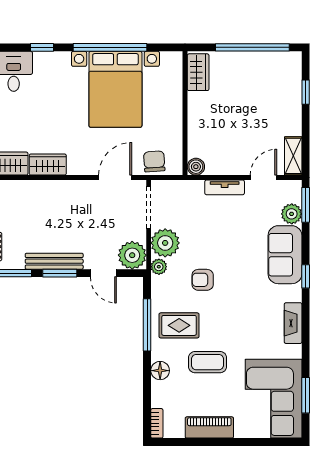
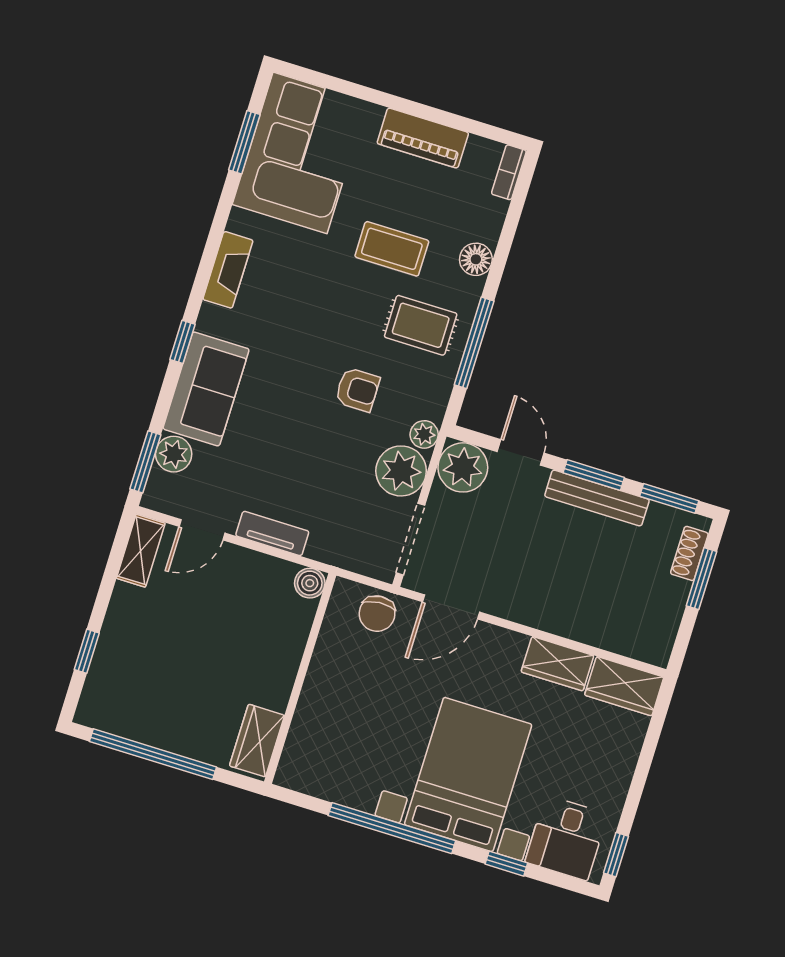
bed with nightstands: (115, 89) -> (468, 774), moved

